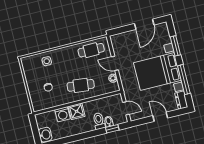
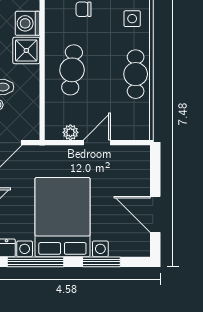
cafe table: (91, 50) -> (136, 74), moved

